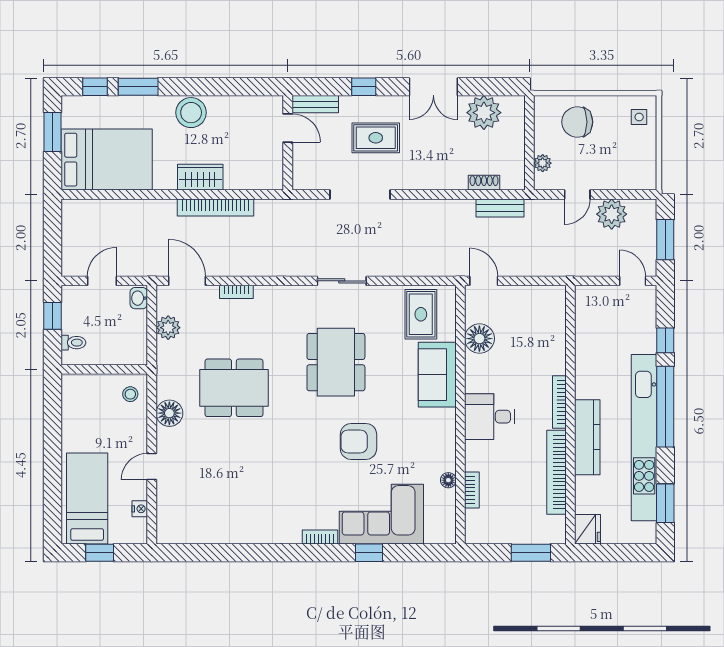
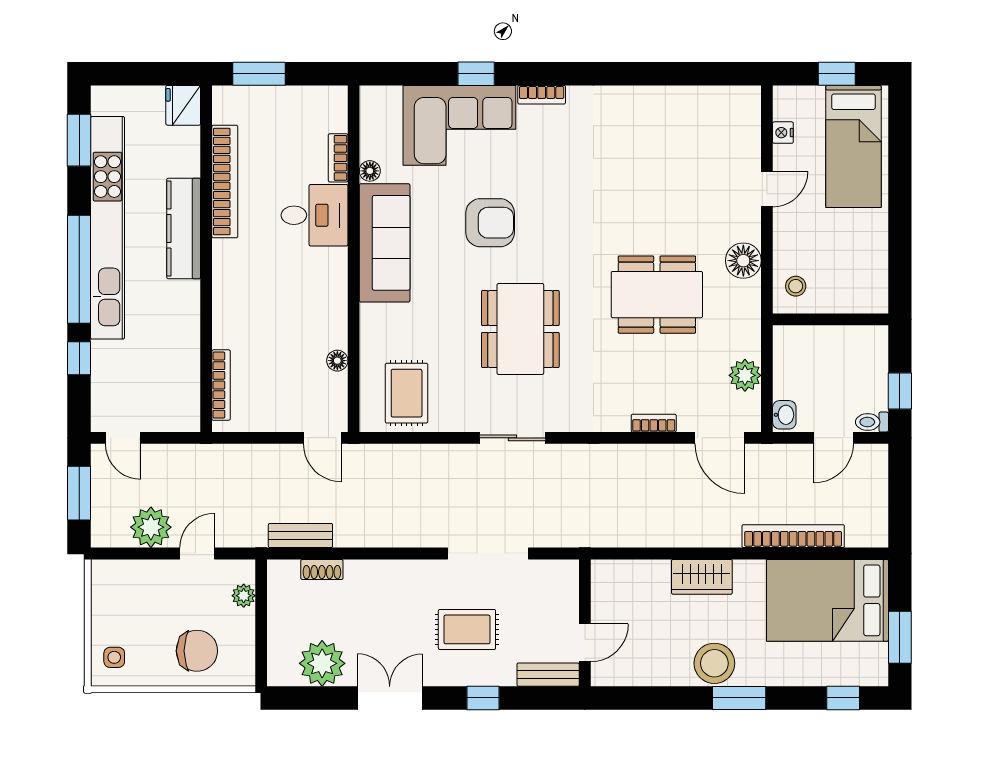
window: (138, 87) -> (739, 698), moved
door: (288, 128) -> (585, 643), swing flipped
bookcase: (215, 208) -> (793, 536), moved
floor lamp: (479, 339) -> (337, 361), width x0.53, depth x0.53
toilet: (73, 343) -> (872, 422), moved
sofa: (437, 375) -> (385, 243), moved, width x1.36
bookcase: (559, 402) -> (221, 385), moved
desk: (490, 417) -> (315, 215), moved

